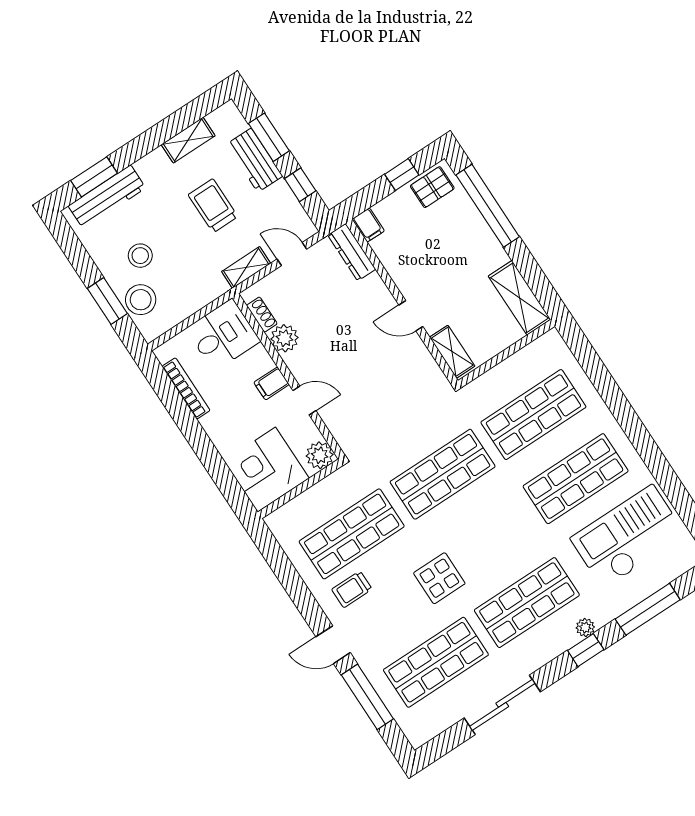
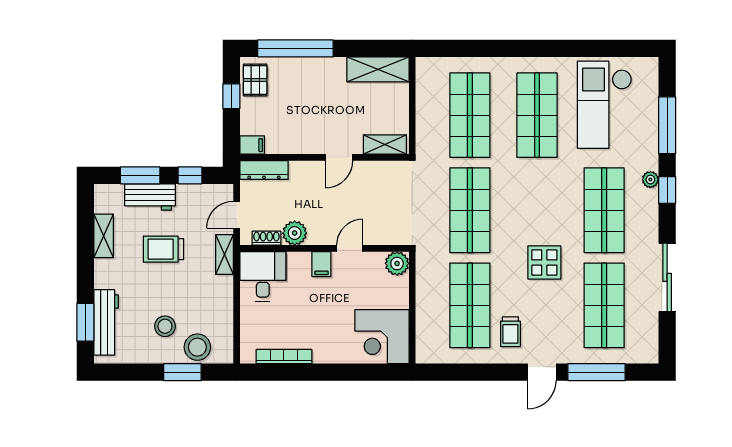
shoe rack: (262, 315) -> (266, 238), moved
desk: (223, 335) -> (263, 276), moved
plant: (284, 338) -> (295, 233), moved
wall: (289, 376) -> (324, 248), moved
filing cabinet: (272, 383) -> (321, 264), moved
door: (304, 401) -> (350, 248), moved
plant: (320, 455) -> (397, 263), moved

